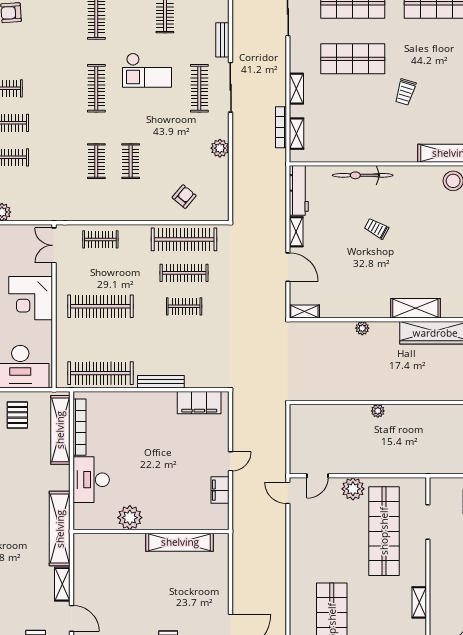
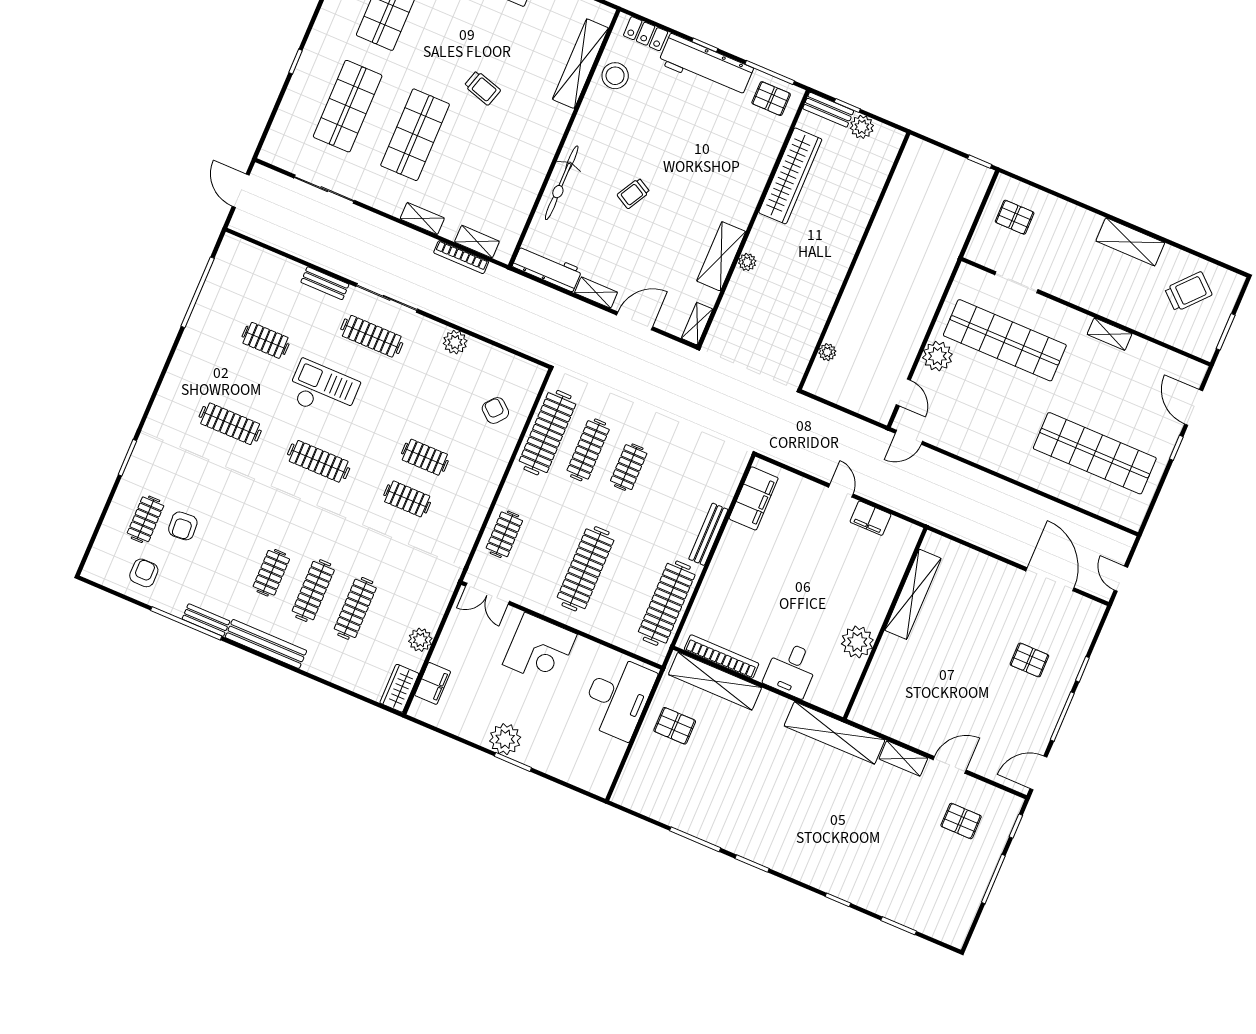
checkout: (147, 70) -> (323, 390), turned -90
shelving: (415, 308) -> (721, 256), moved
plant: (378, 411) -> (827, 352), moved
desk: (91, 480) -> (791, 669), width x0.73

